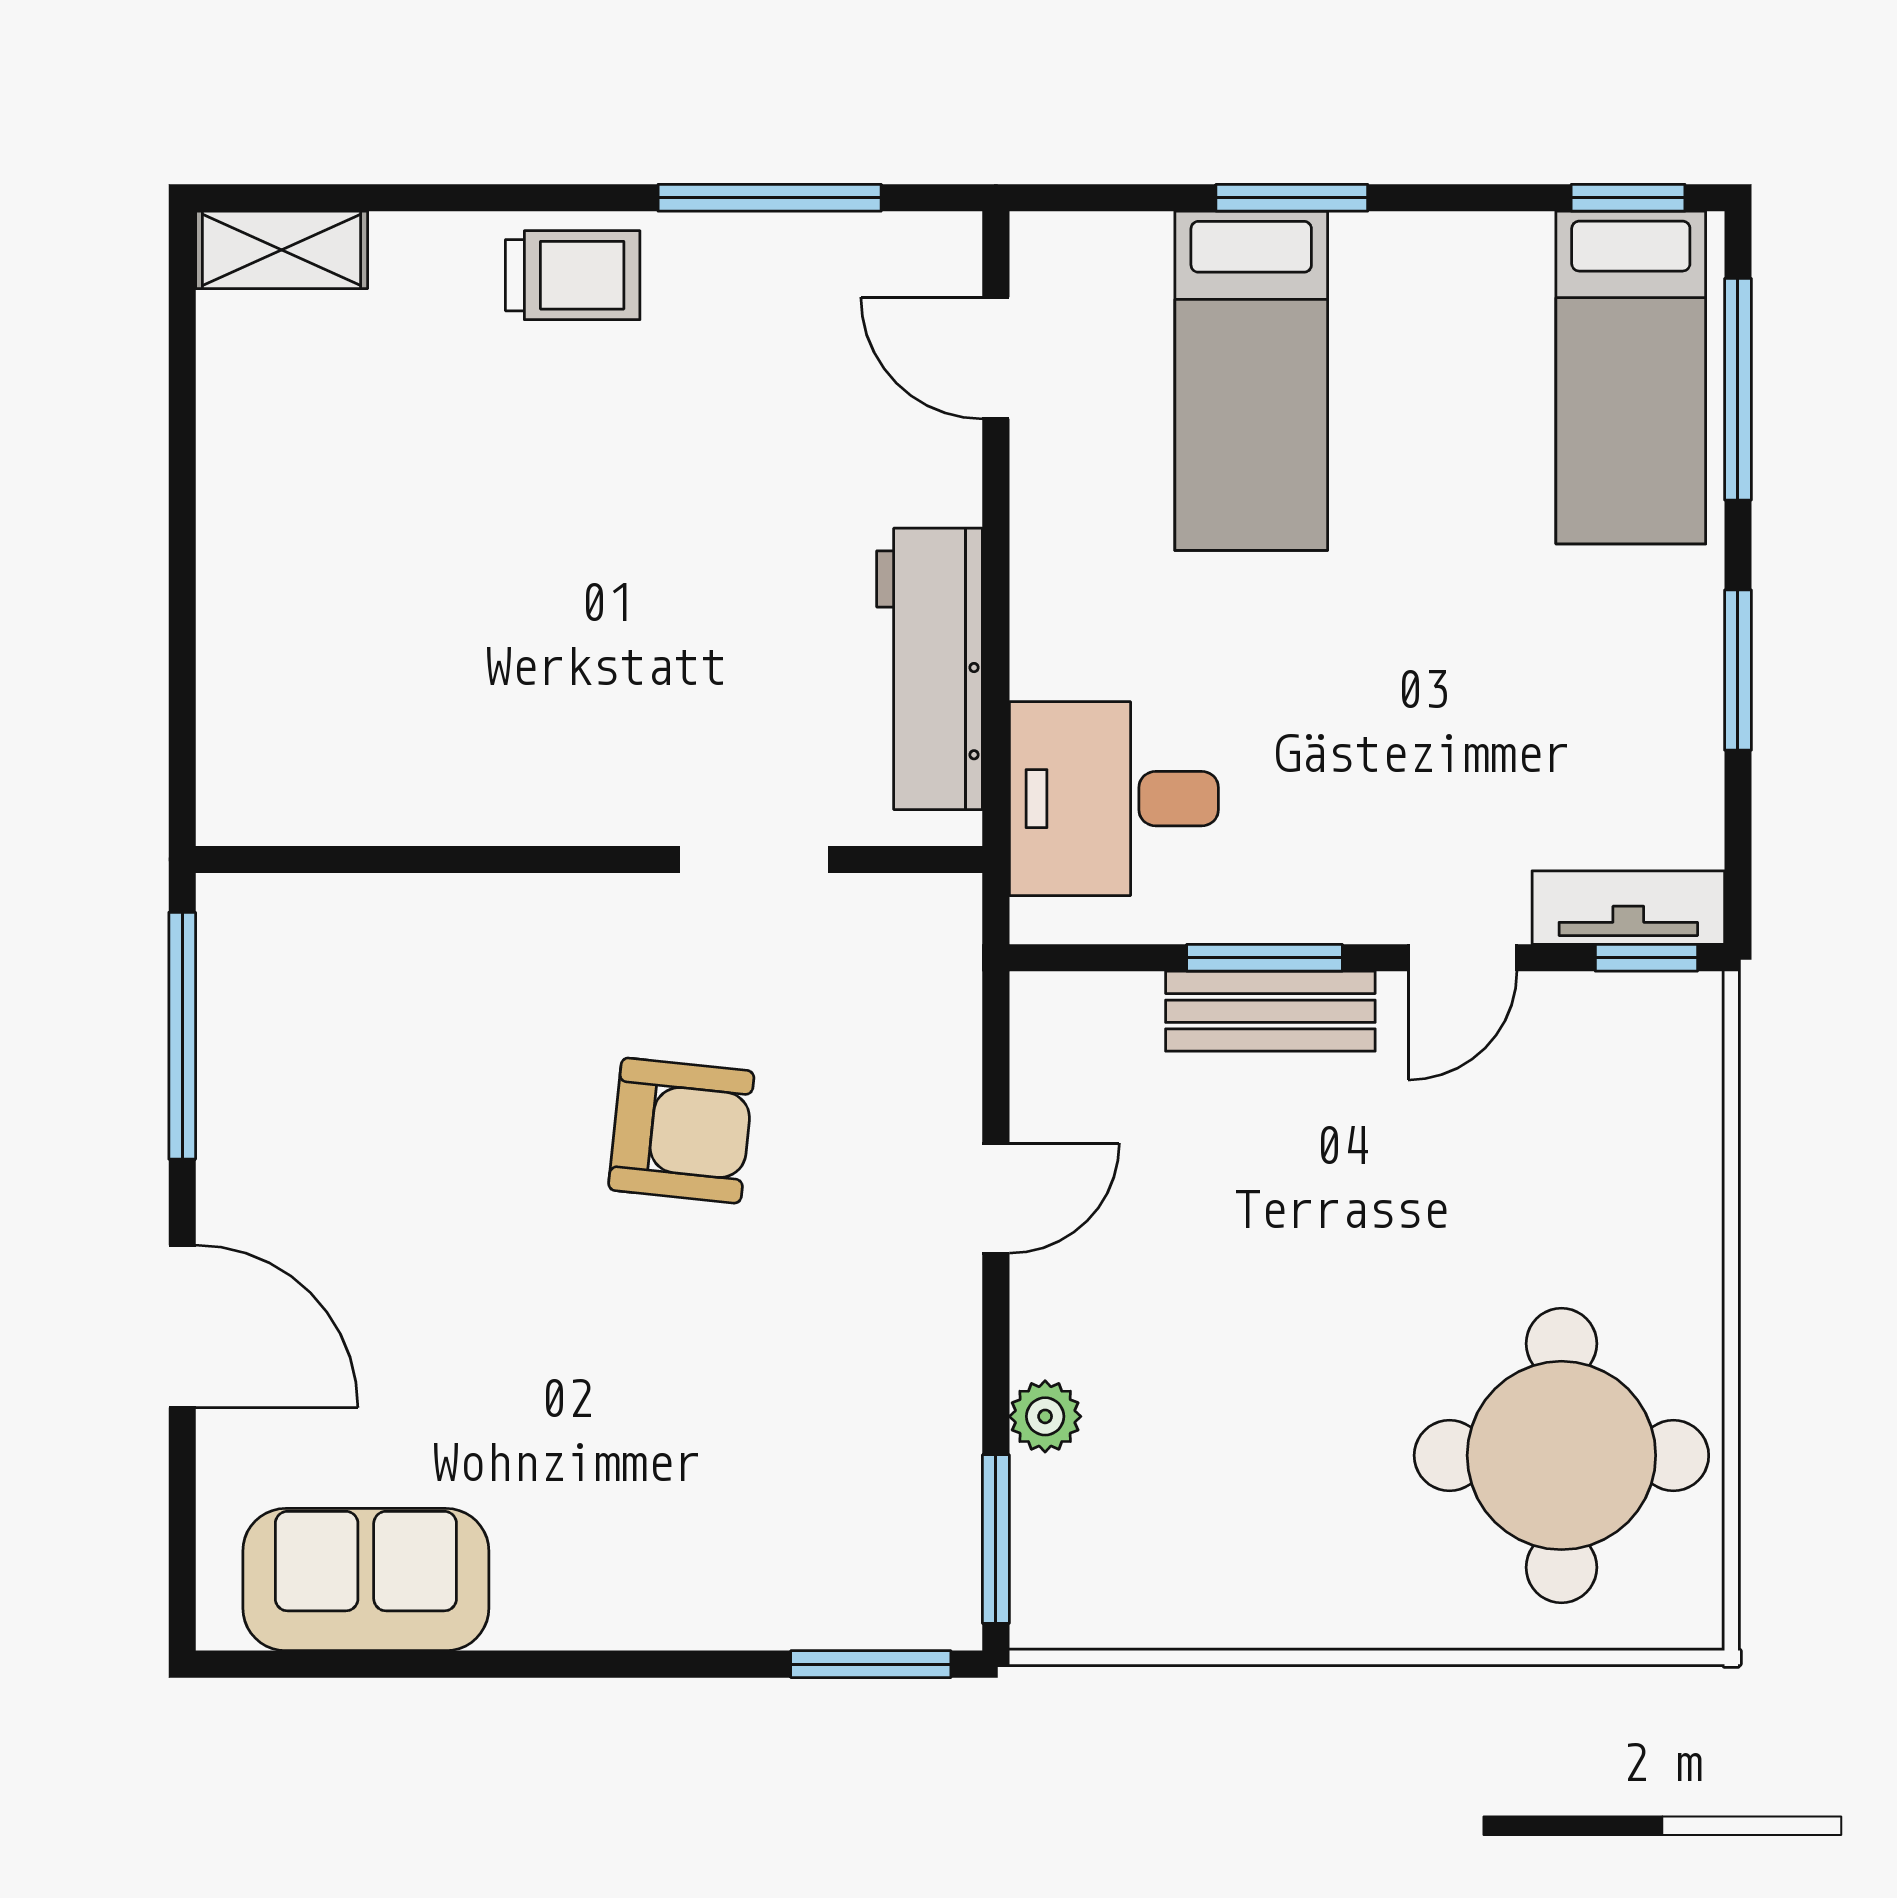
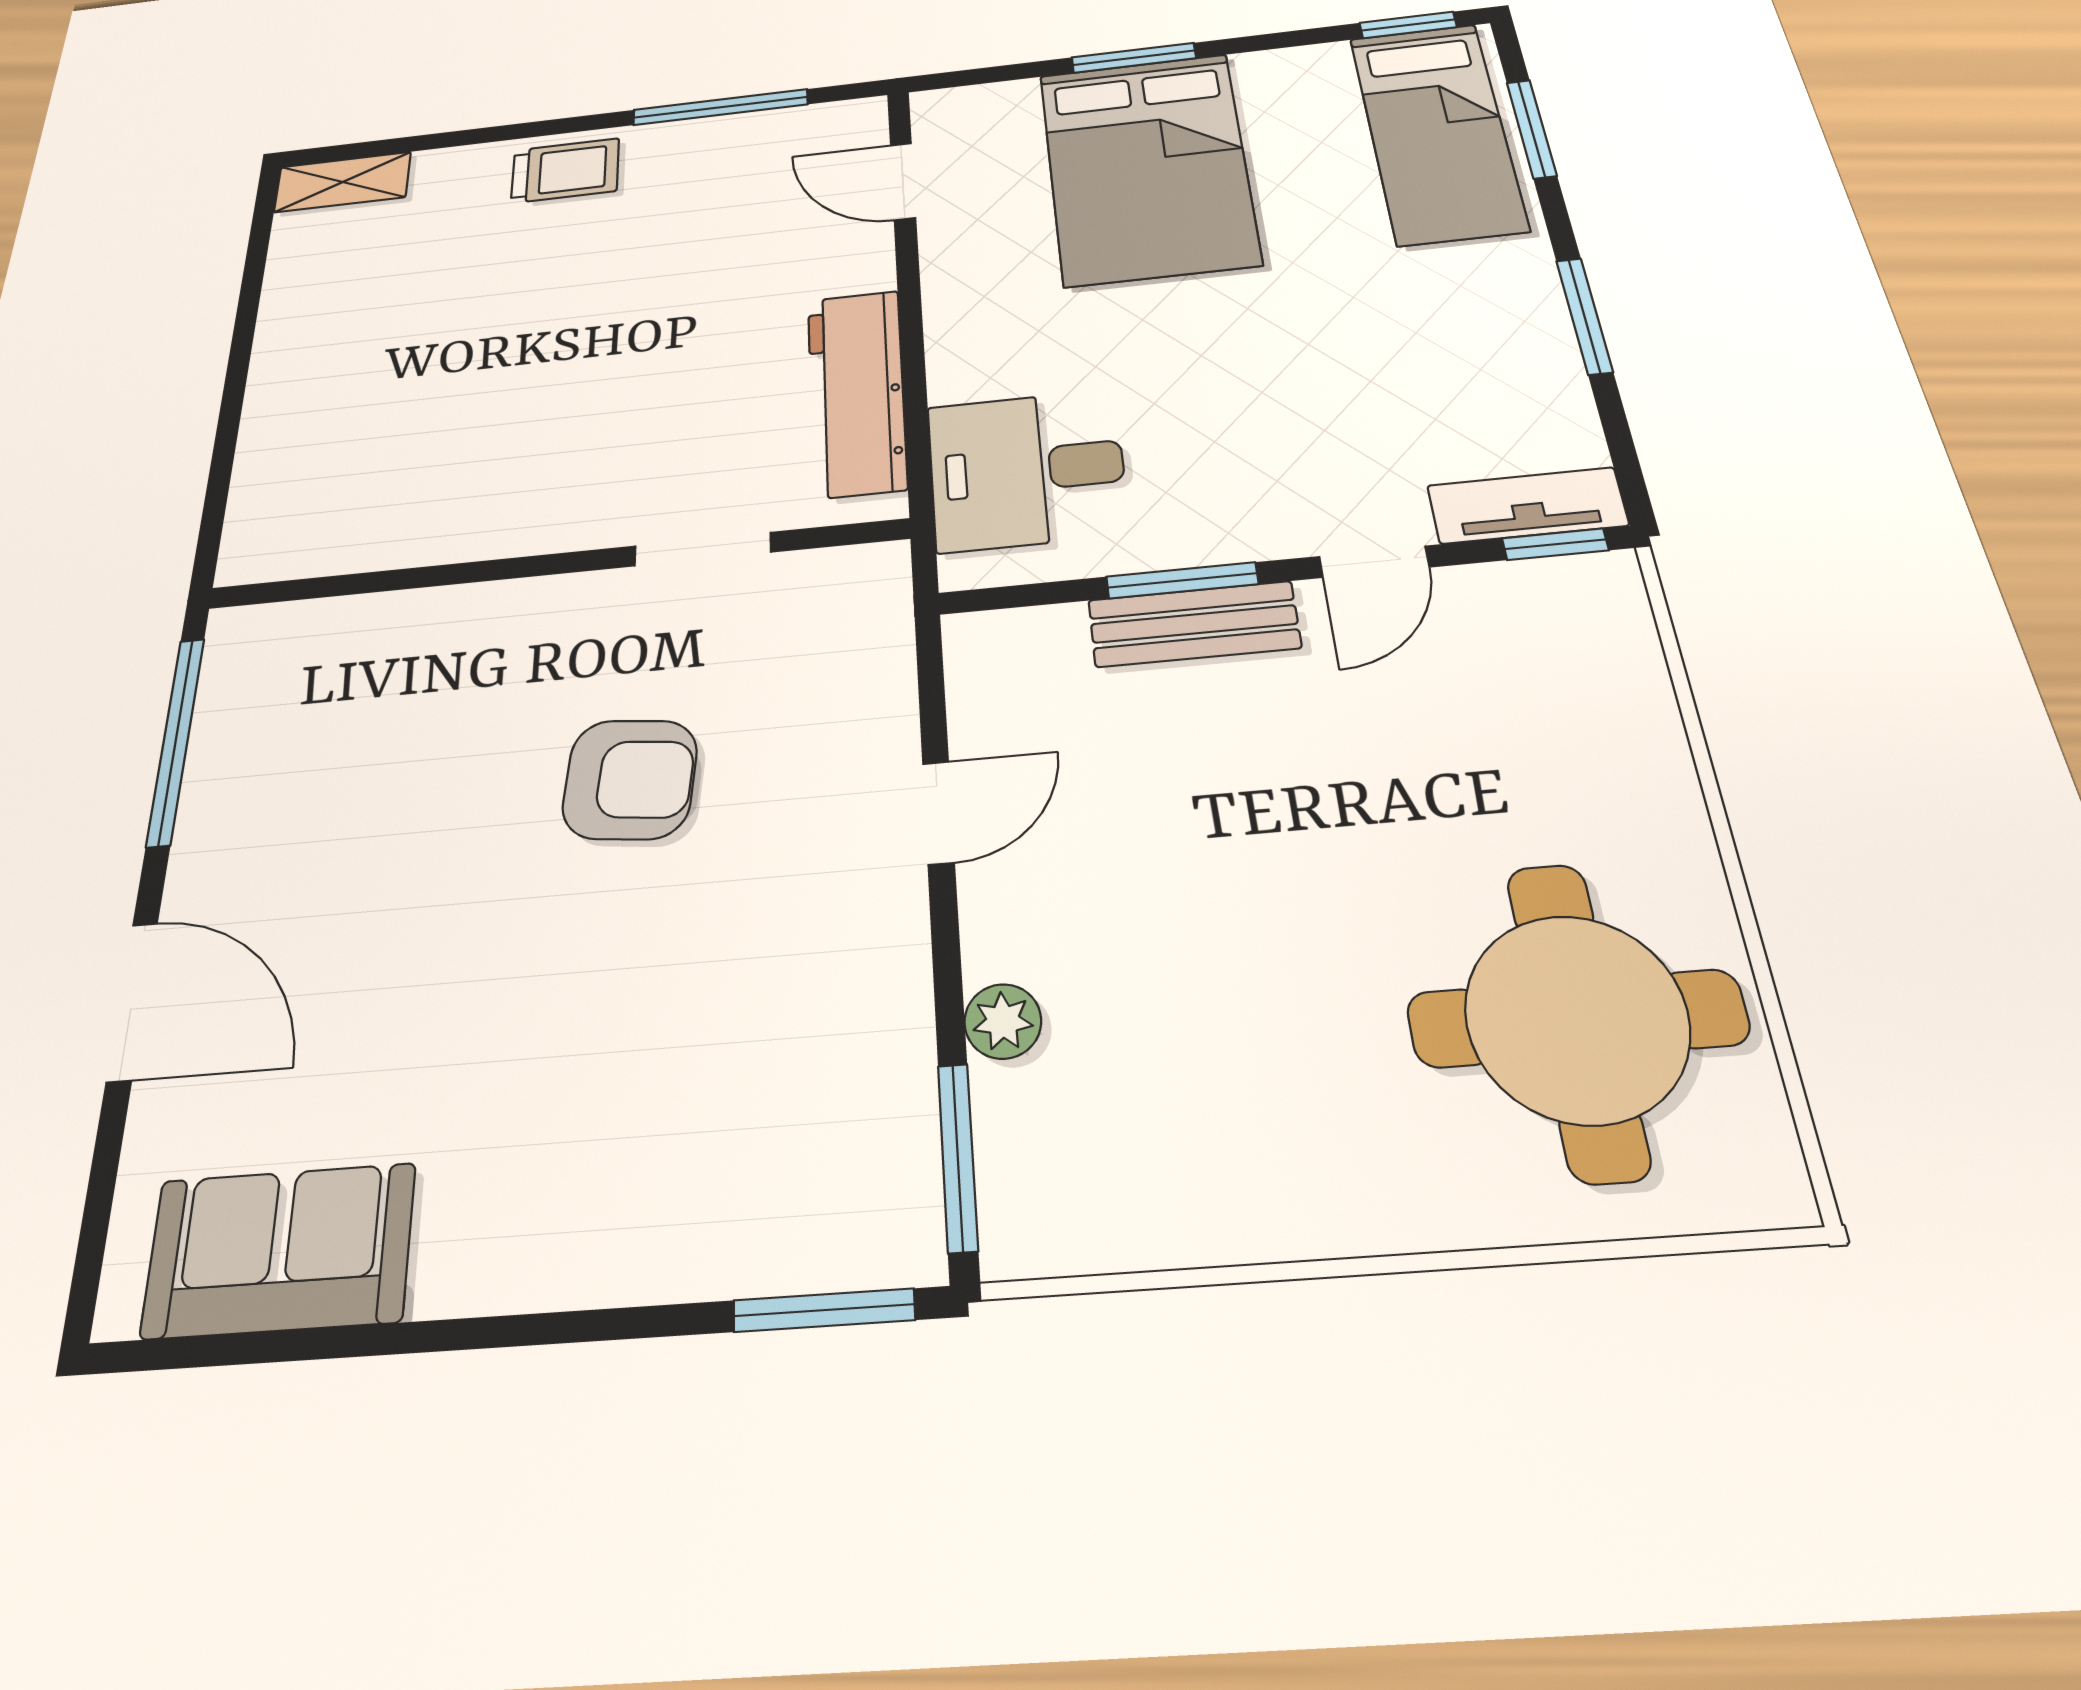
bed: (1251, 381) -> (1147, 167), width x1.50
window: (1738, 389) -> (1532, 129), width x0.69

